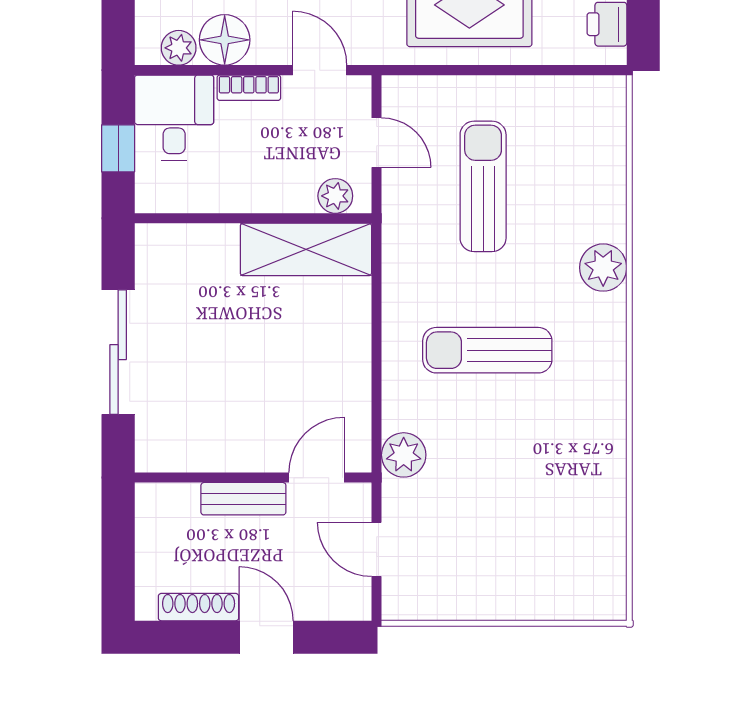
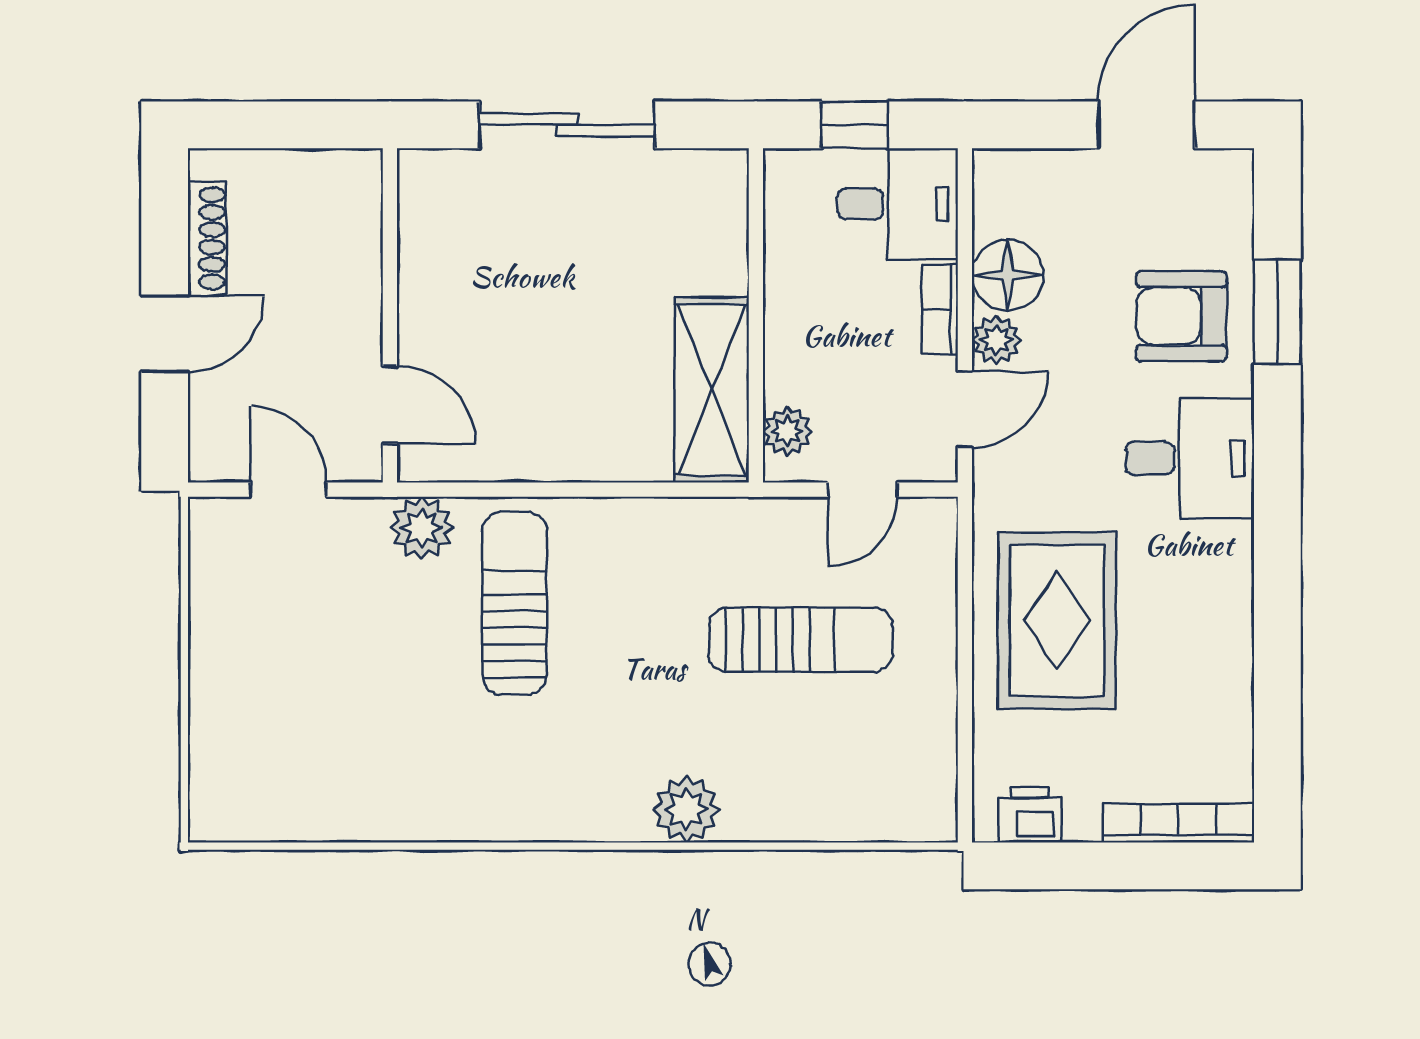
plant: (179, 48) -> (996, 340), moved
sun lounger: (487, 350) -> (514, 603), moved
bench: (243, 499) -> (360, 302), removed
door: (377, 549) -> (288, 490), hinge flipped

